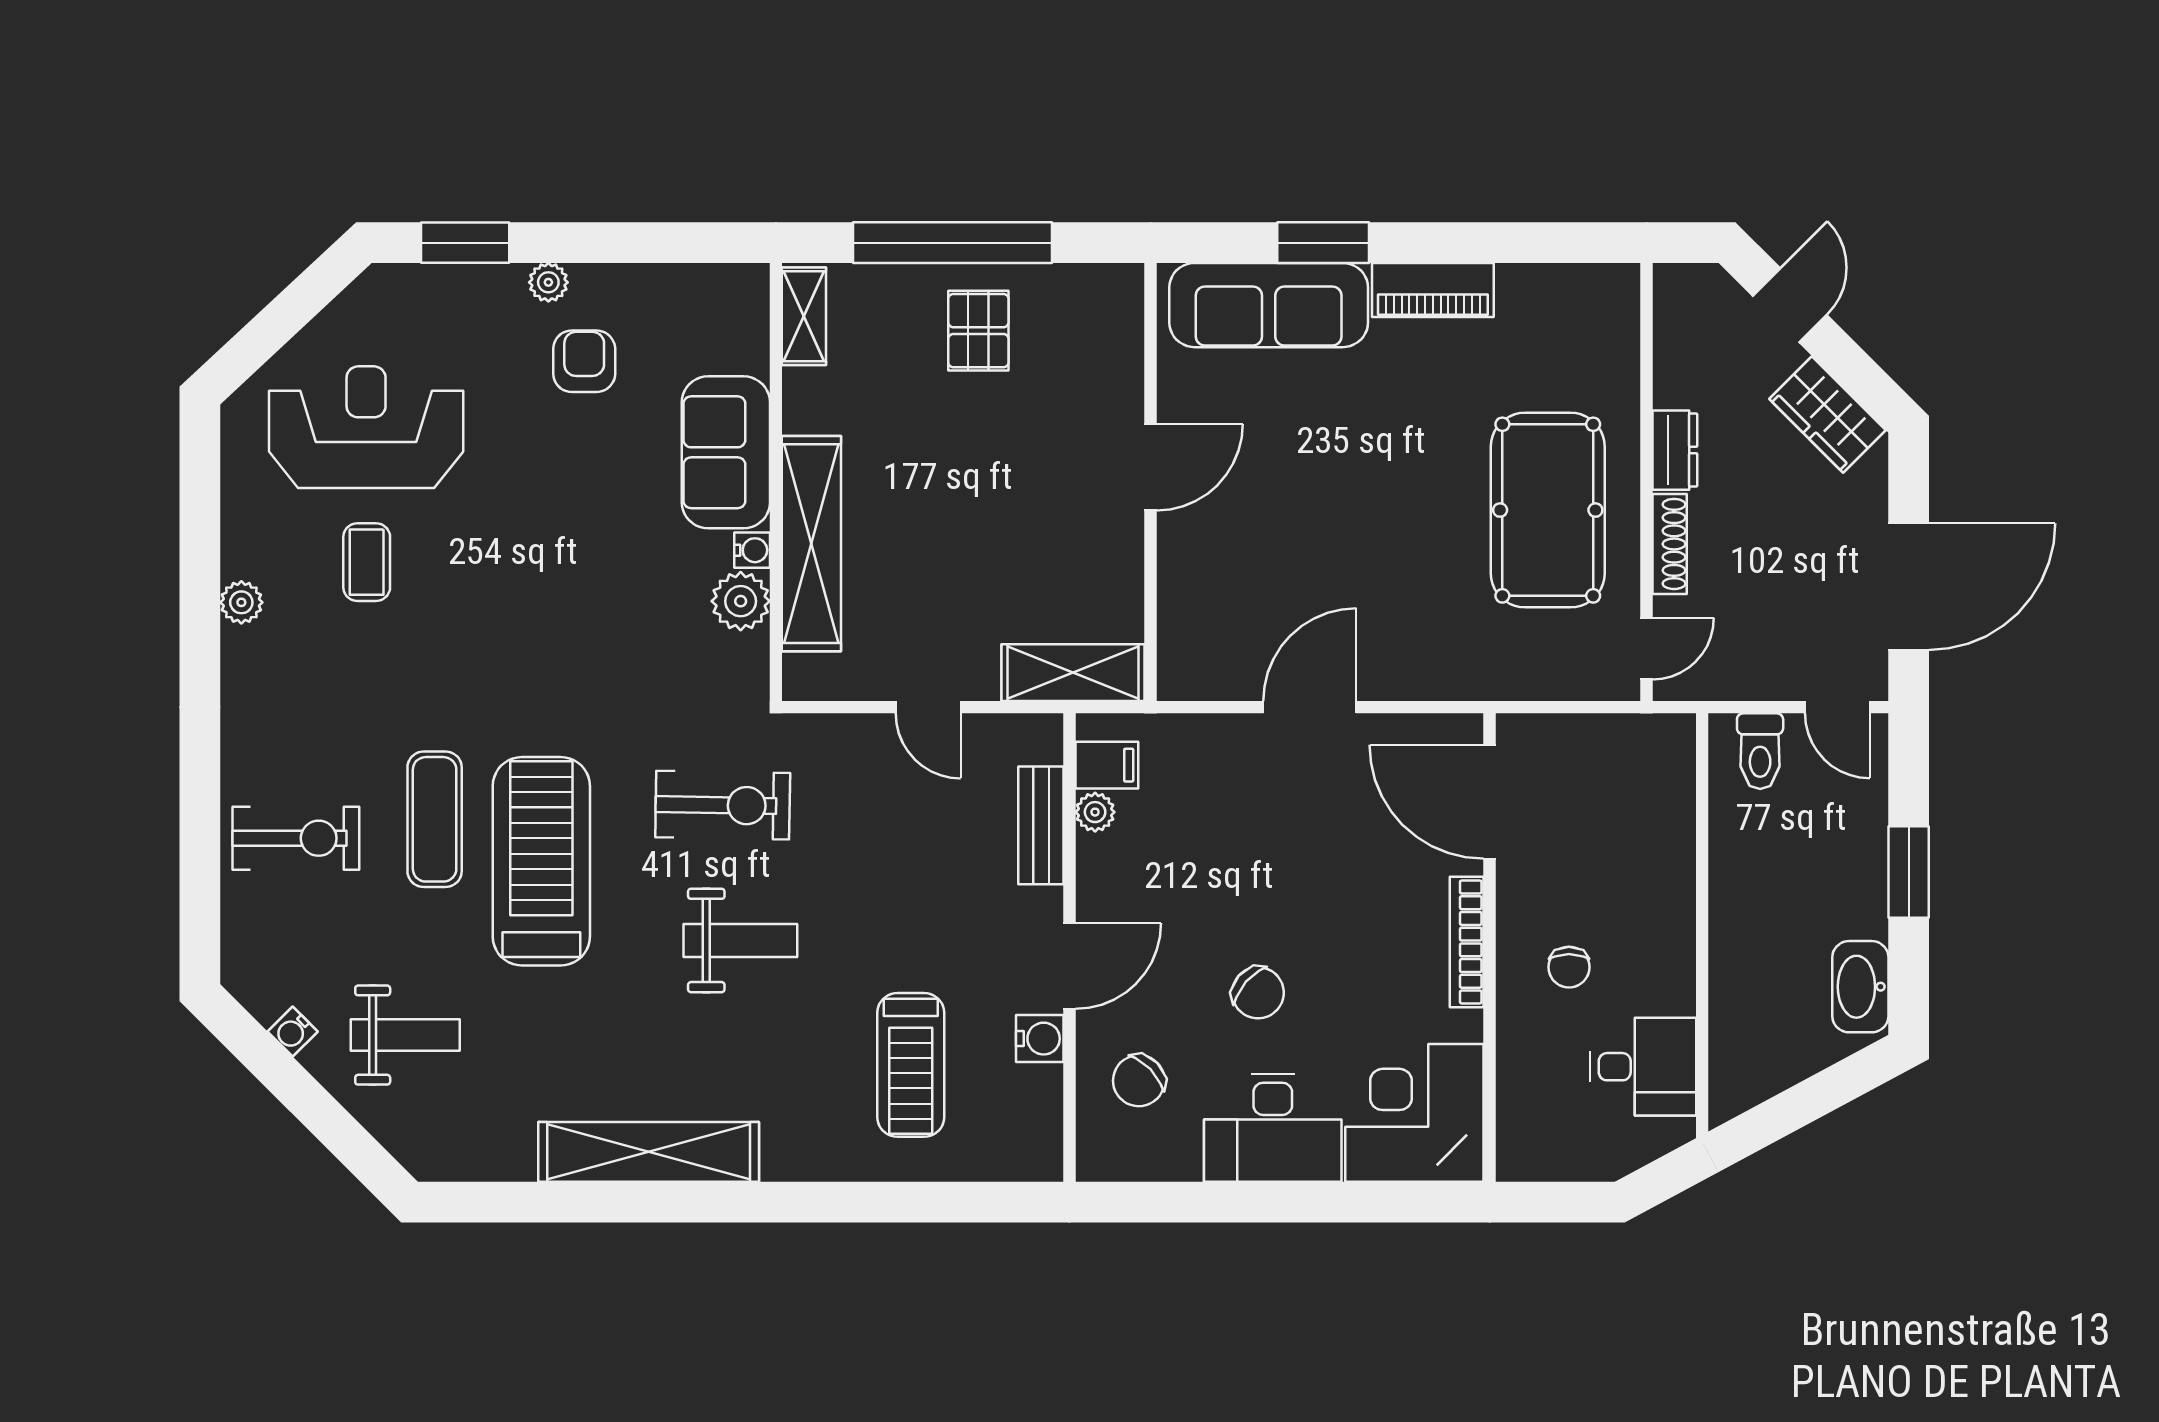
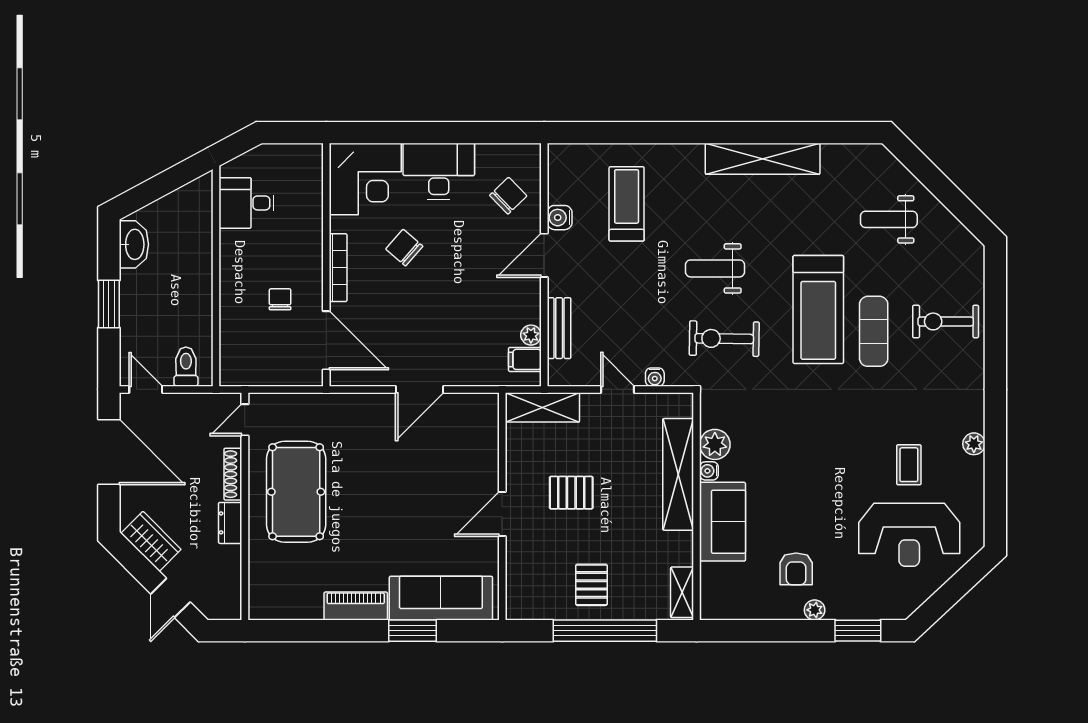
pallet: (1017, 508) -> (571, 493), added
door: (1909, 587) -> (109, 452), swing flipped
chair: (1569, 967) -> (280, 299), moved
chair: (1258, 993) -> (404, 248), moved
water cooler: (293, 1032) -> (655, 377), moved, turned 135

